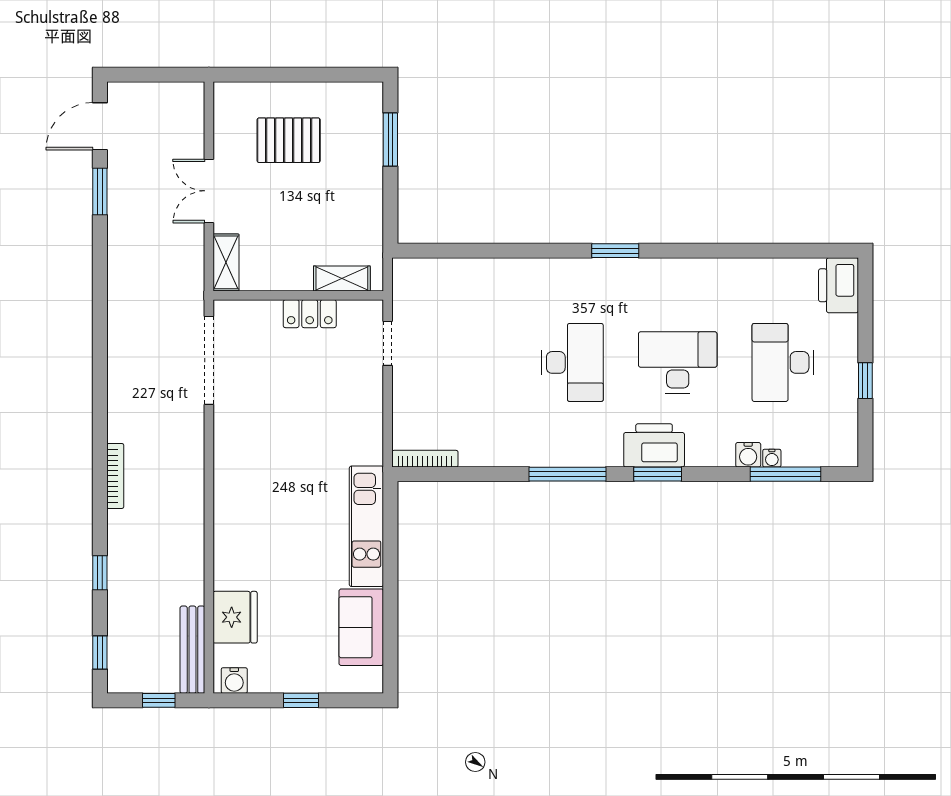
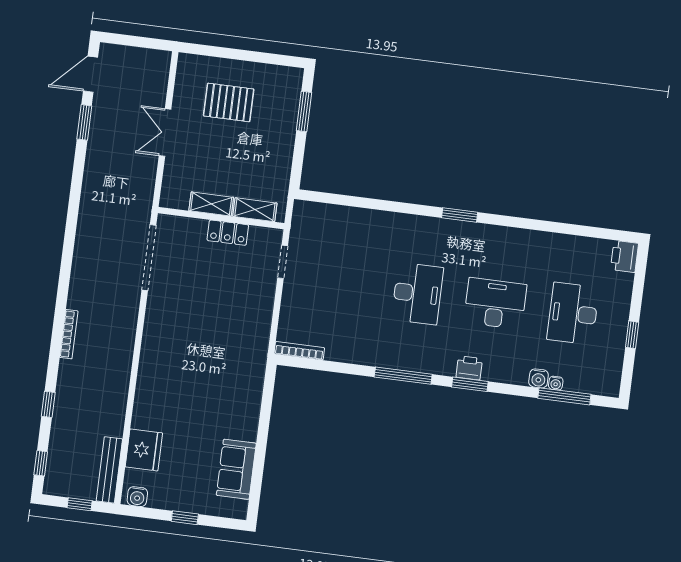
shelving: (226, 262) -> (211, 204), moved, turned 90
printer: (838, 285) -> (624, 256), width x0.73, depth x0.84
printer: (654, 445) -> (469, 368), width x0.53, depth x0.68
kitchen unit: (366, 526) -> (250, 395), removed

